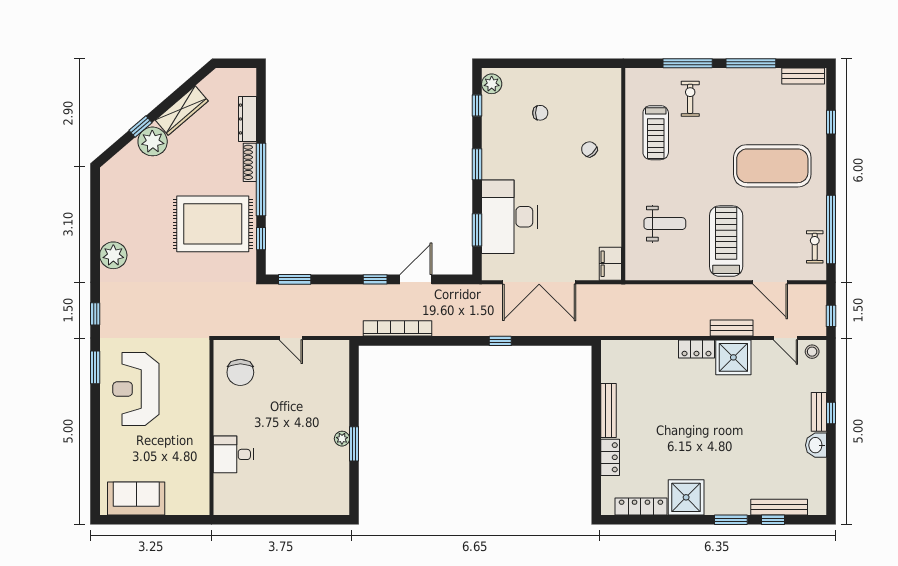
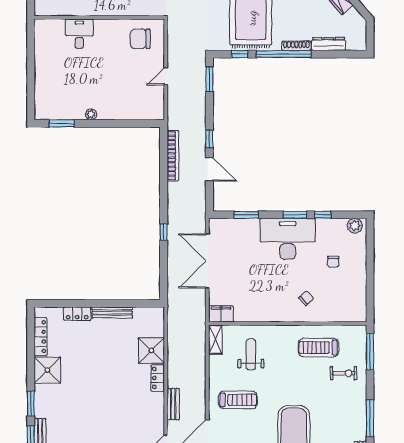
window: (688, 63) -> (370, 352), moved
window: (477, 106) -> (323, 215), moved
desk: (509, 217) -> (288, 239), moved
weight bench: (665, 224) -> (251, 354), turned 180
treadmill: (726, 241) -> (238, 400), width x0.73, depth x0.73
shelving: (645, 271) -> (215, 340), added
shower: (733, 357) -> (151, 350), moved
window: (354, 444) -> (62, 123), moved

